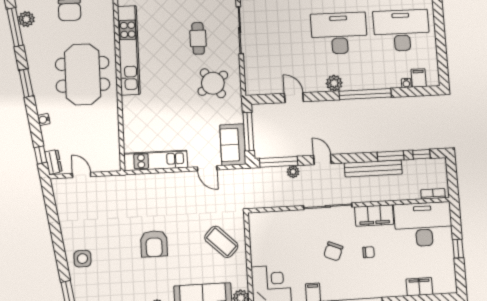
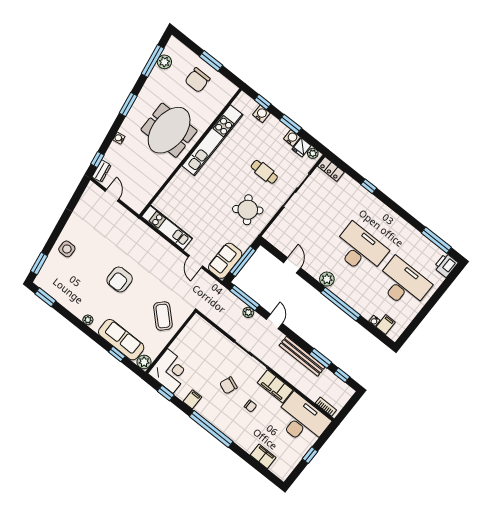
cafe table: (198, 38) -> (264, 172), turned 90

